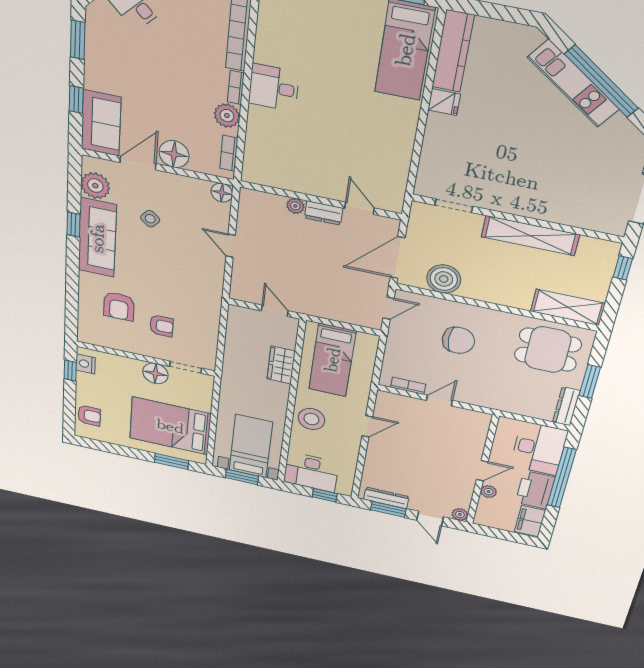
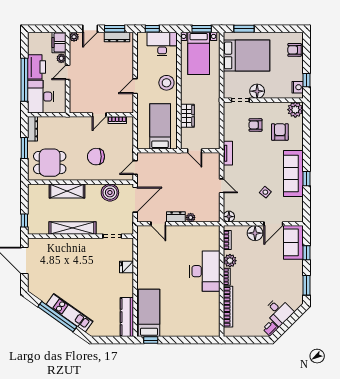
desk: (274, 88) -> (205, 271), width x1.87, depth x1.30
fridge: (444, 102) -> (127, 267), moved
plant: (95, 186) -> (295, 110), moved
tv unit: (214, 294) -> (228, 153), added
shelving: (568, 307) -> (67, 191), moved
door: (430, 519) -> (90, 29), swing flipped
filing cabinet: (530, 521) -> (59, 43), moved, turned 180

